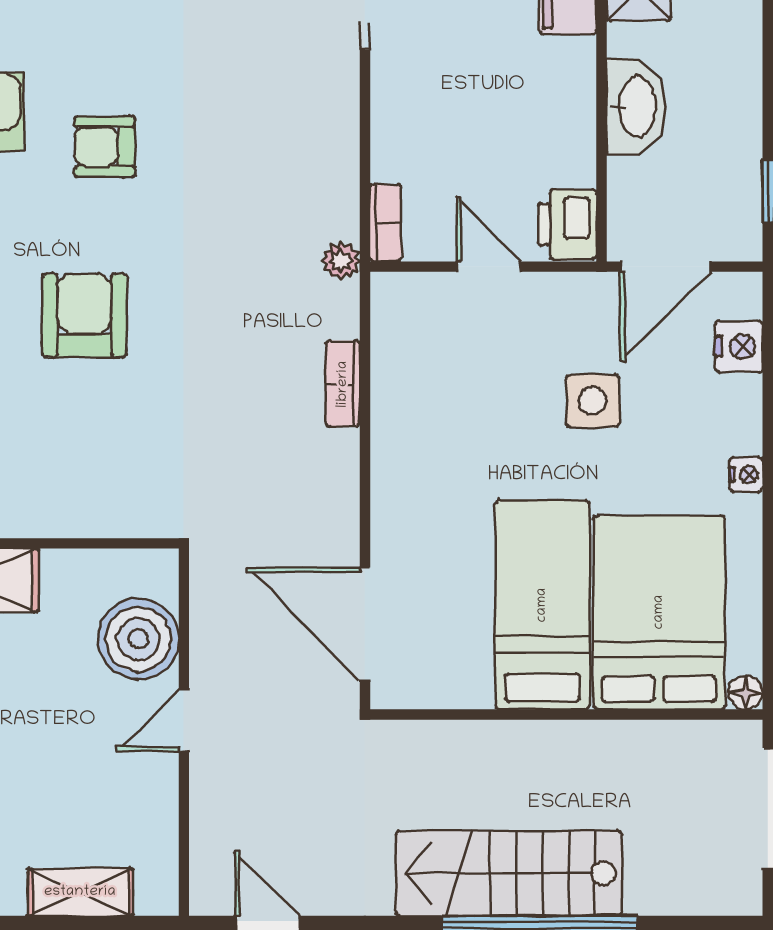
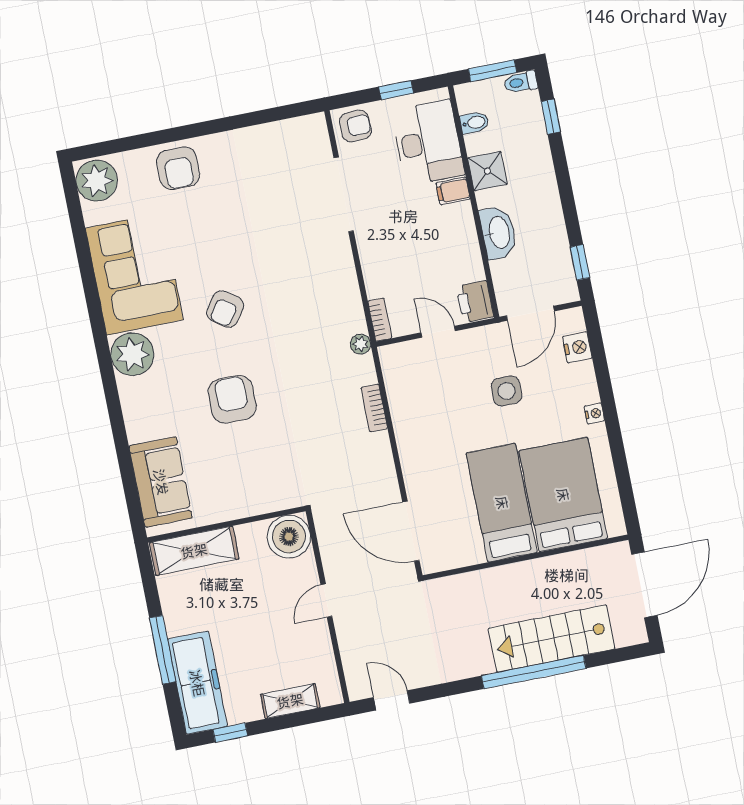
armchair: (105, 146) -> (225, 309), turned -55
boiler: (138, 639) -> (289, 537), moved
floor lamp: (746, 692) -> (617, 527), removed
stairs: (509, 873) -> (552, 639), moved

